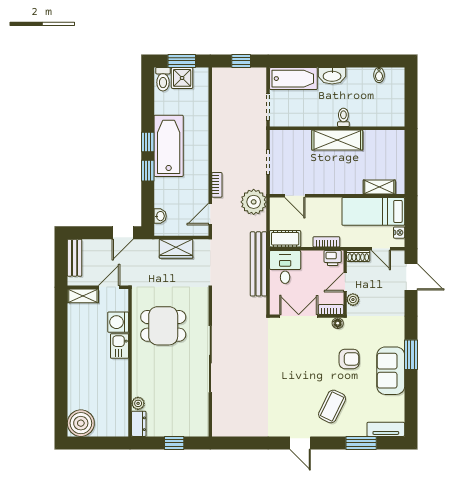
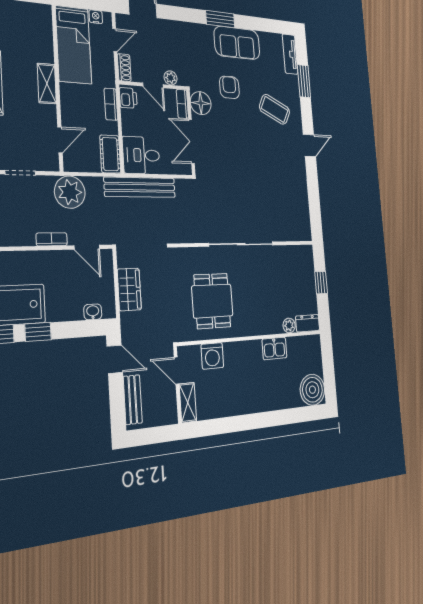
shelving: (379, 187) -> (47, 84), moved
bench: (75, 258) -> (133, 400), moved, turned 90
floor lamp: (338, 323) -> (201, 103), width x1.89, depth x1.89
kitchen sink: (119, 346) -> (274, 348), moved

